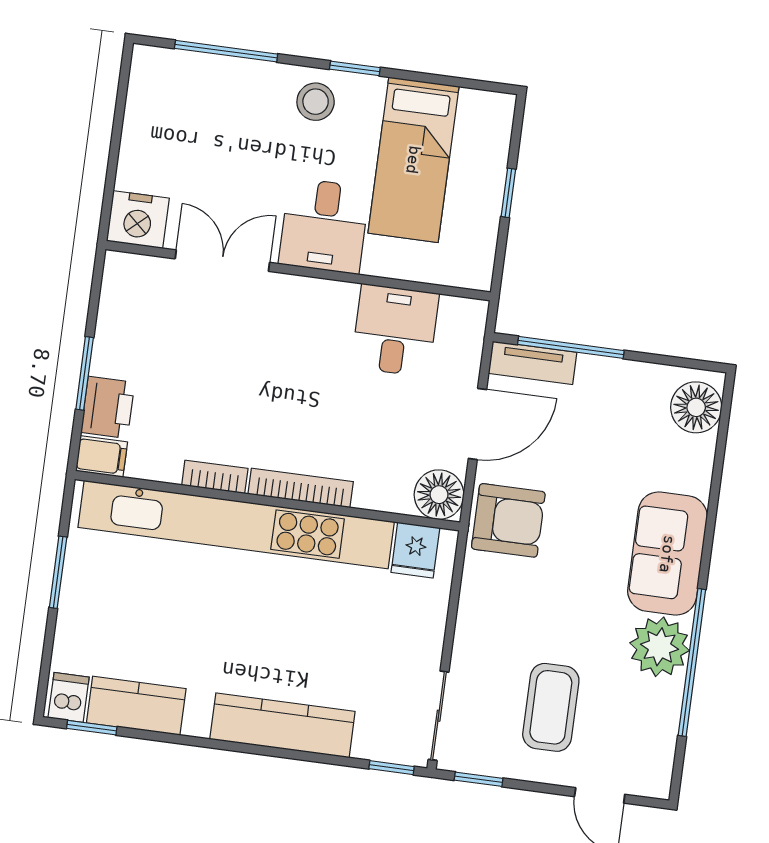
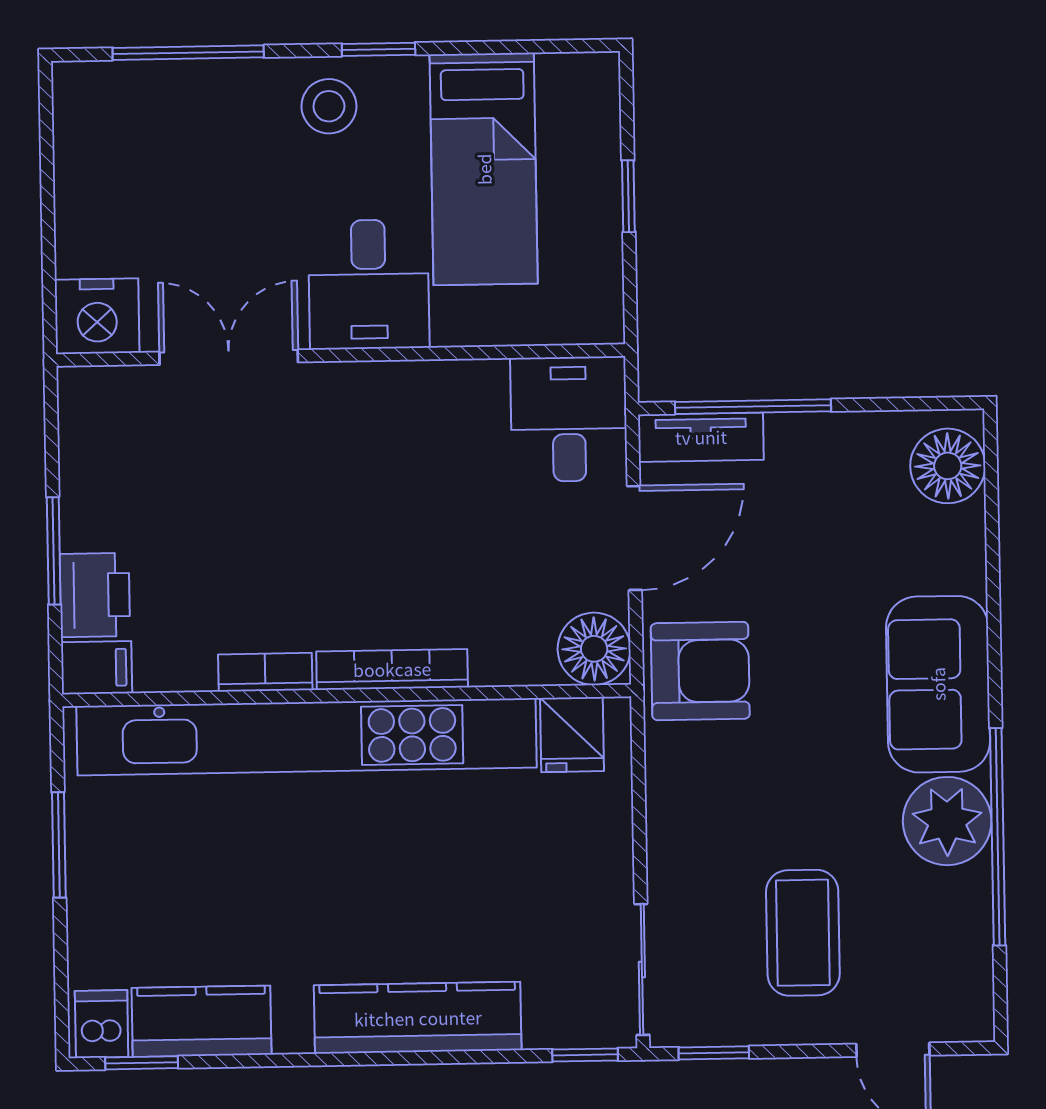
desk: (395, 330) -> (569, 419), moved

